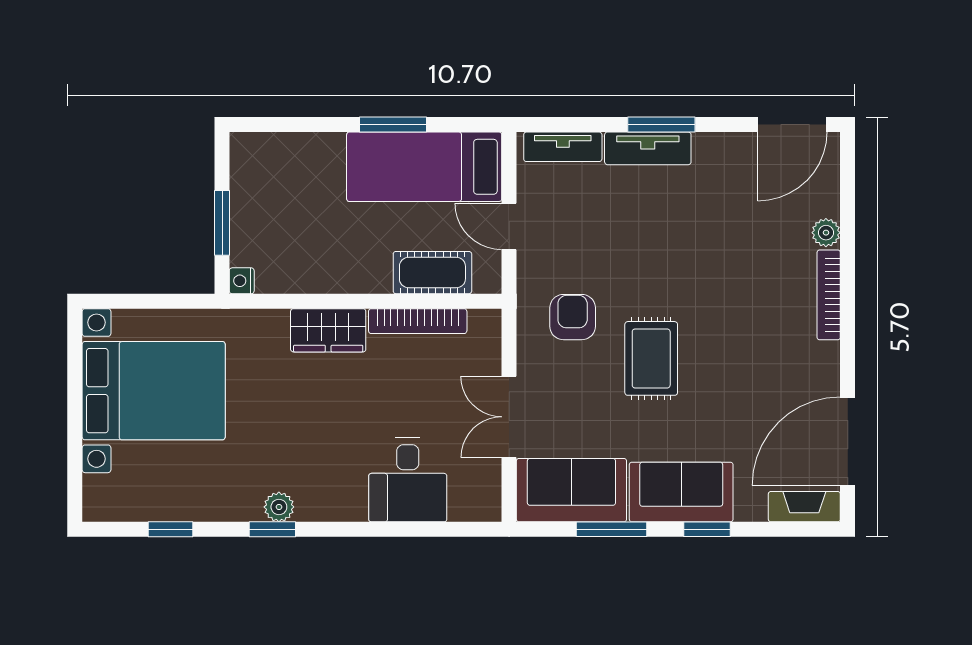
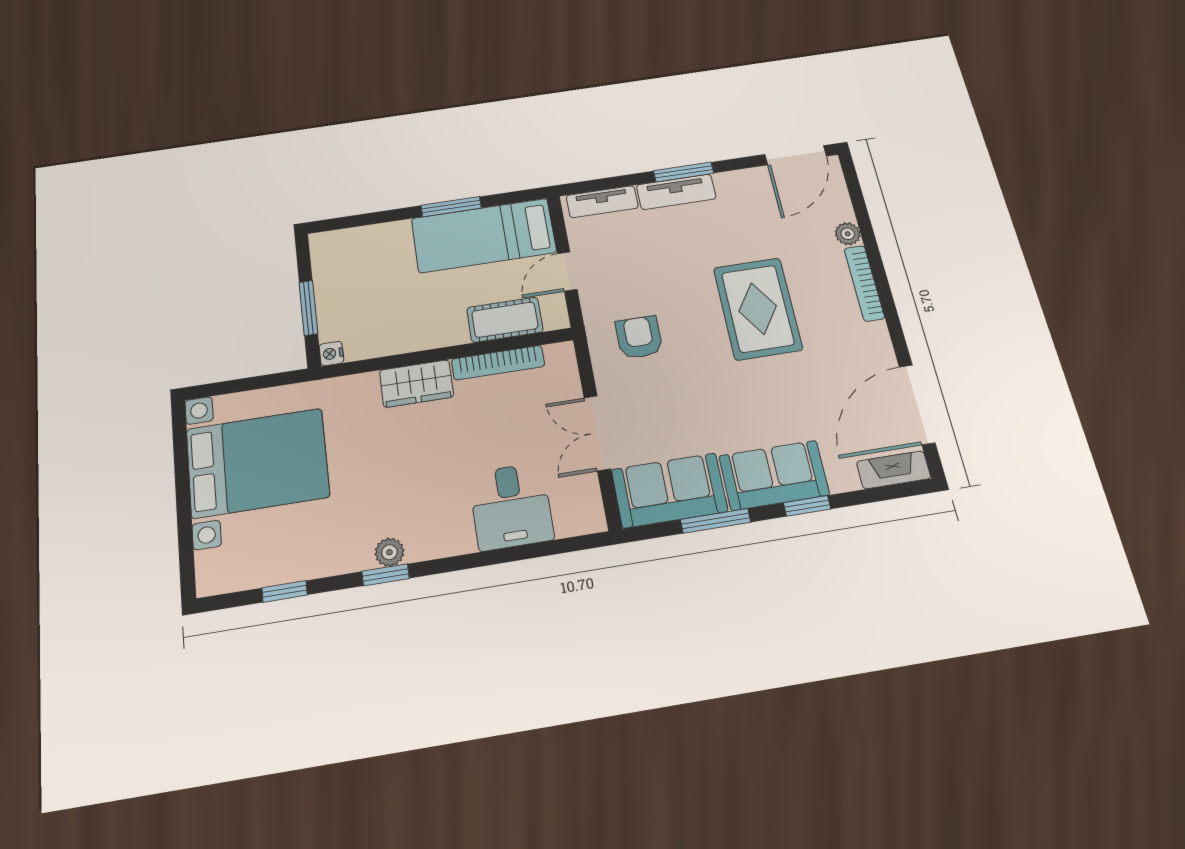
door: (509, 226) -> (567, 272), hinge flipped
rug: (651, 358) -> (758, 309), moved, width x1.36, depth x1.43

